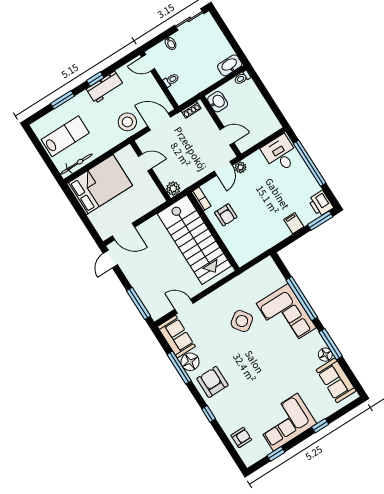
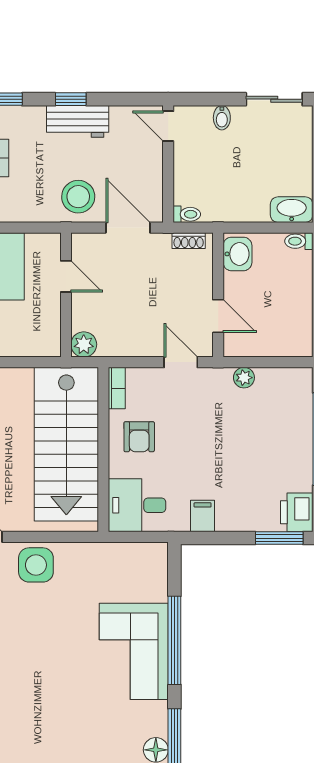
toilet: (171, 80) -> (187, 214), moved
desk: (280, 154) -> (137, 505), moved, turned -90
plant: (240, 167) -> (244, 378), moved
door: (223, 168) -> (181, 362), swing flipped
filing cabinet: (294, 223) -> (203, 516), moved
side table: (242, 321) -> (36, 565), moved, turned 35

